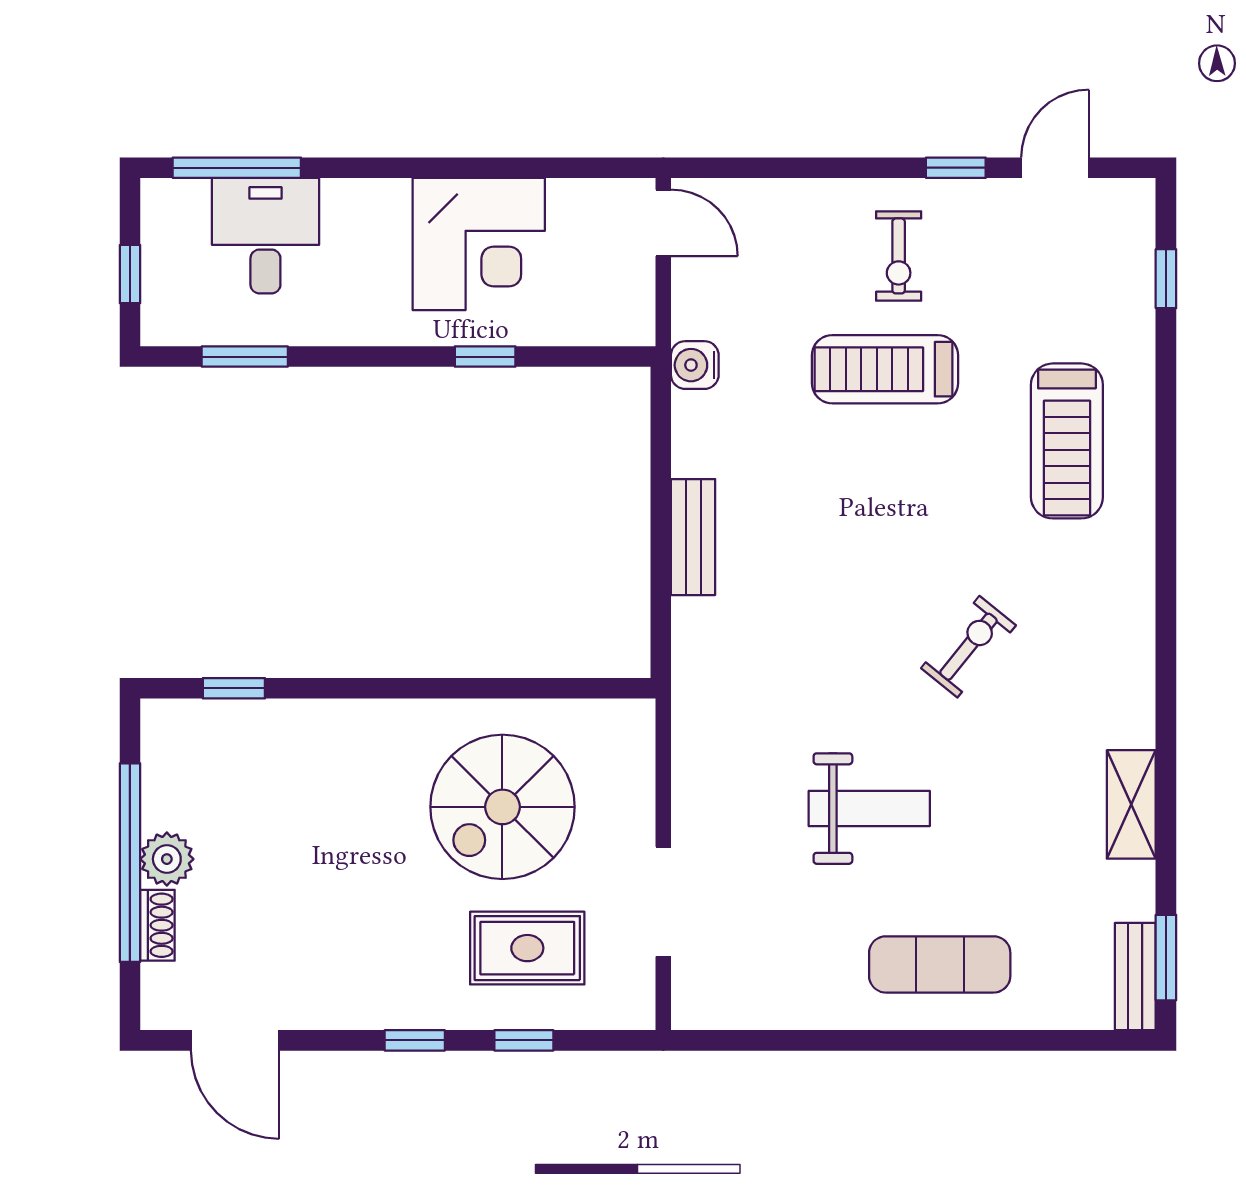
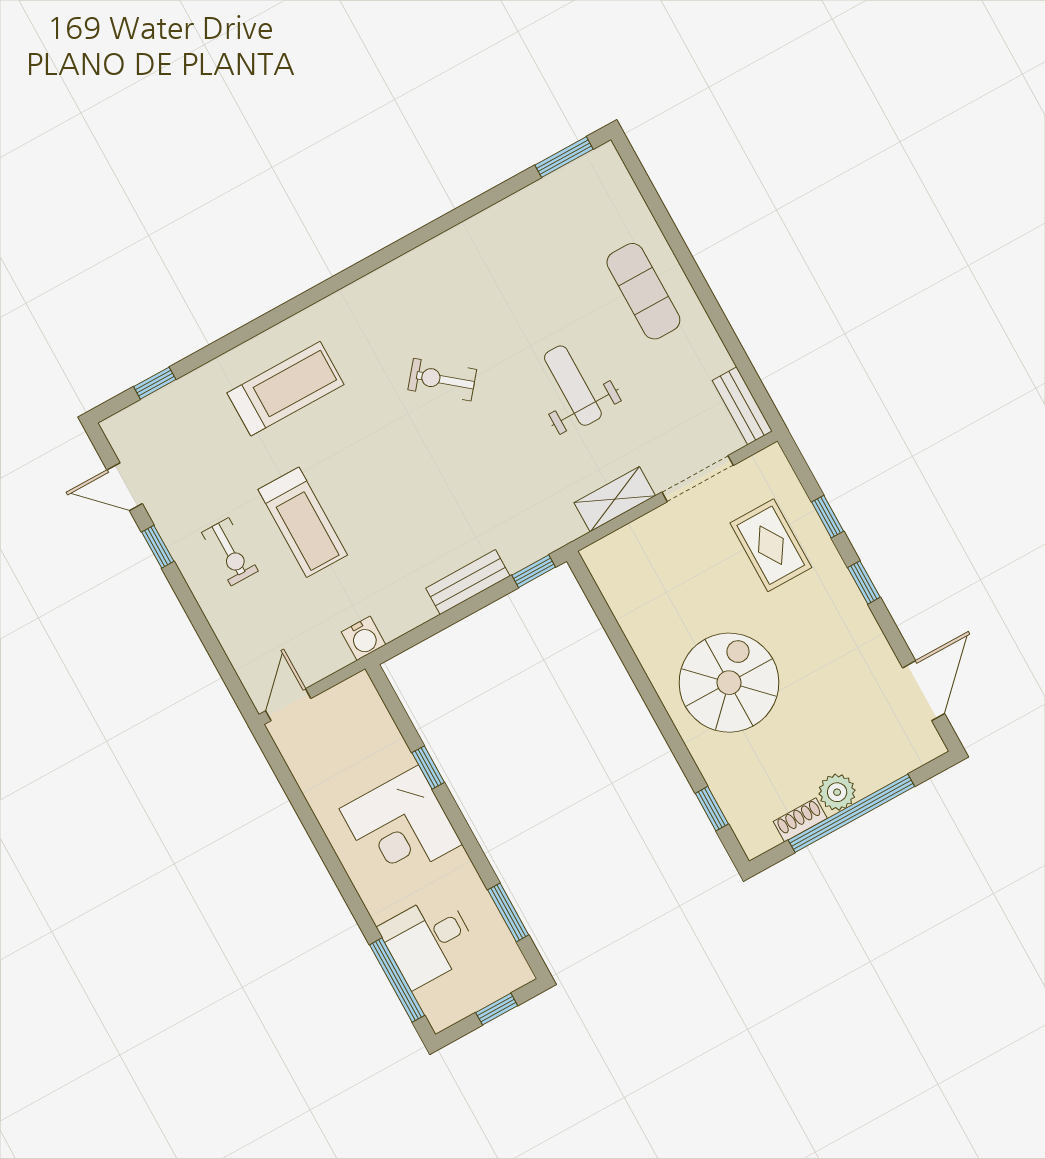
corner desk: (479, 244) -> (401, 826), moved, turned 180
exercise bike: (899, 256) -> (230, 552), turned 90
window: (661, 628) -> (534, 571), added
shelving: (1131, 804) -> (615, 499), moved
spiral stairs: (502, 807) -> (729, 683), moved, turned -90
shoe rack: (157, 925) -> (800, 820), moved
bench: (1135, 977) -> (742, 406), moved, turned 90

